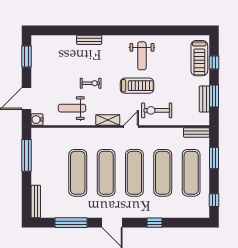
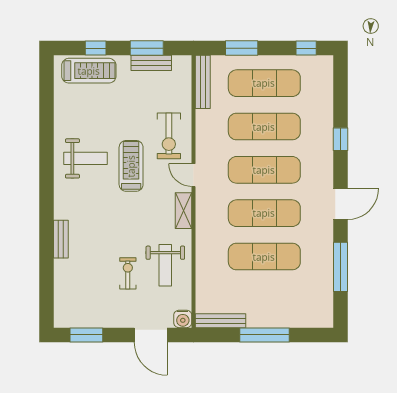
exercise bike: (91, 83) -> (128, 273), moved
bench: (197, 133) -> (203, 82), width x1.36
window: (26, 155) -> (265, 335), moved
bench: (36, 201) -> (220, 321), moved

